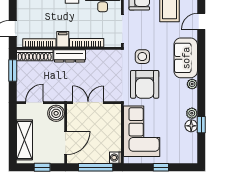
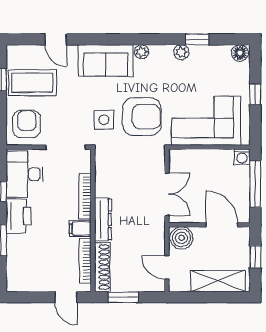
double door: (88, 103) -> (167, 194), swing flipped
floor lamp: (191, 126) -> (240, 53), moved

